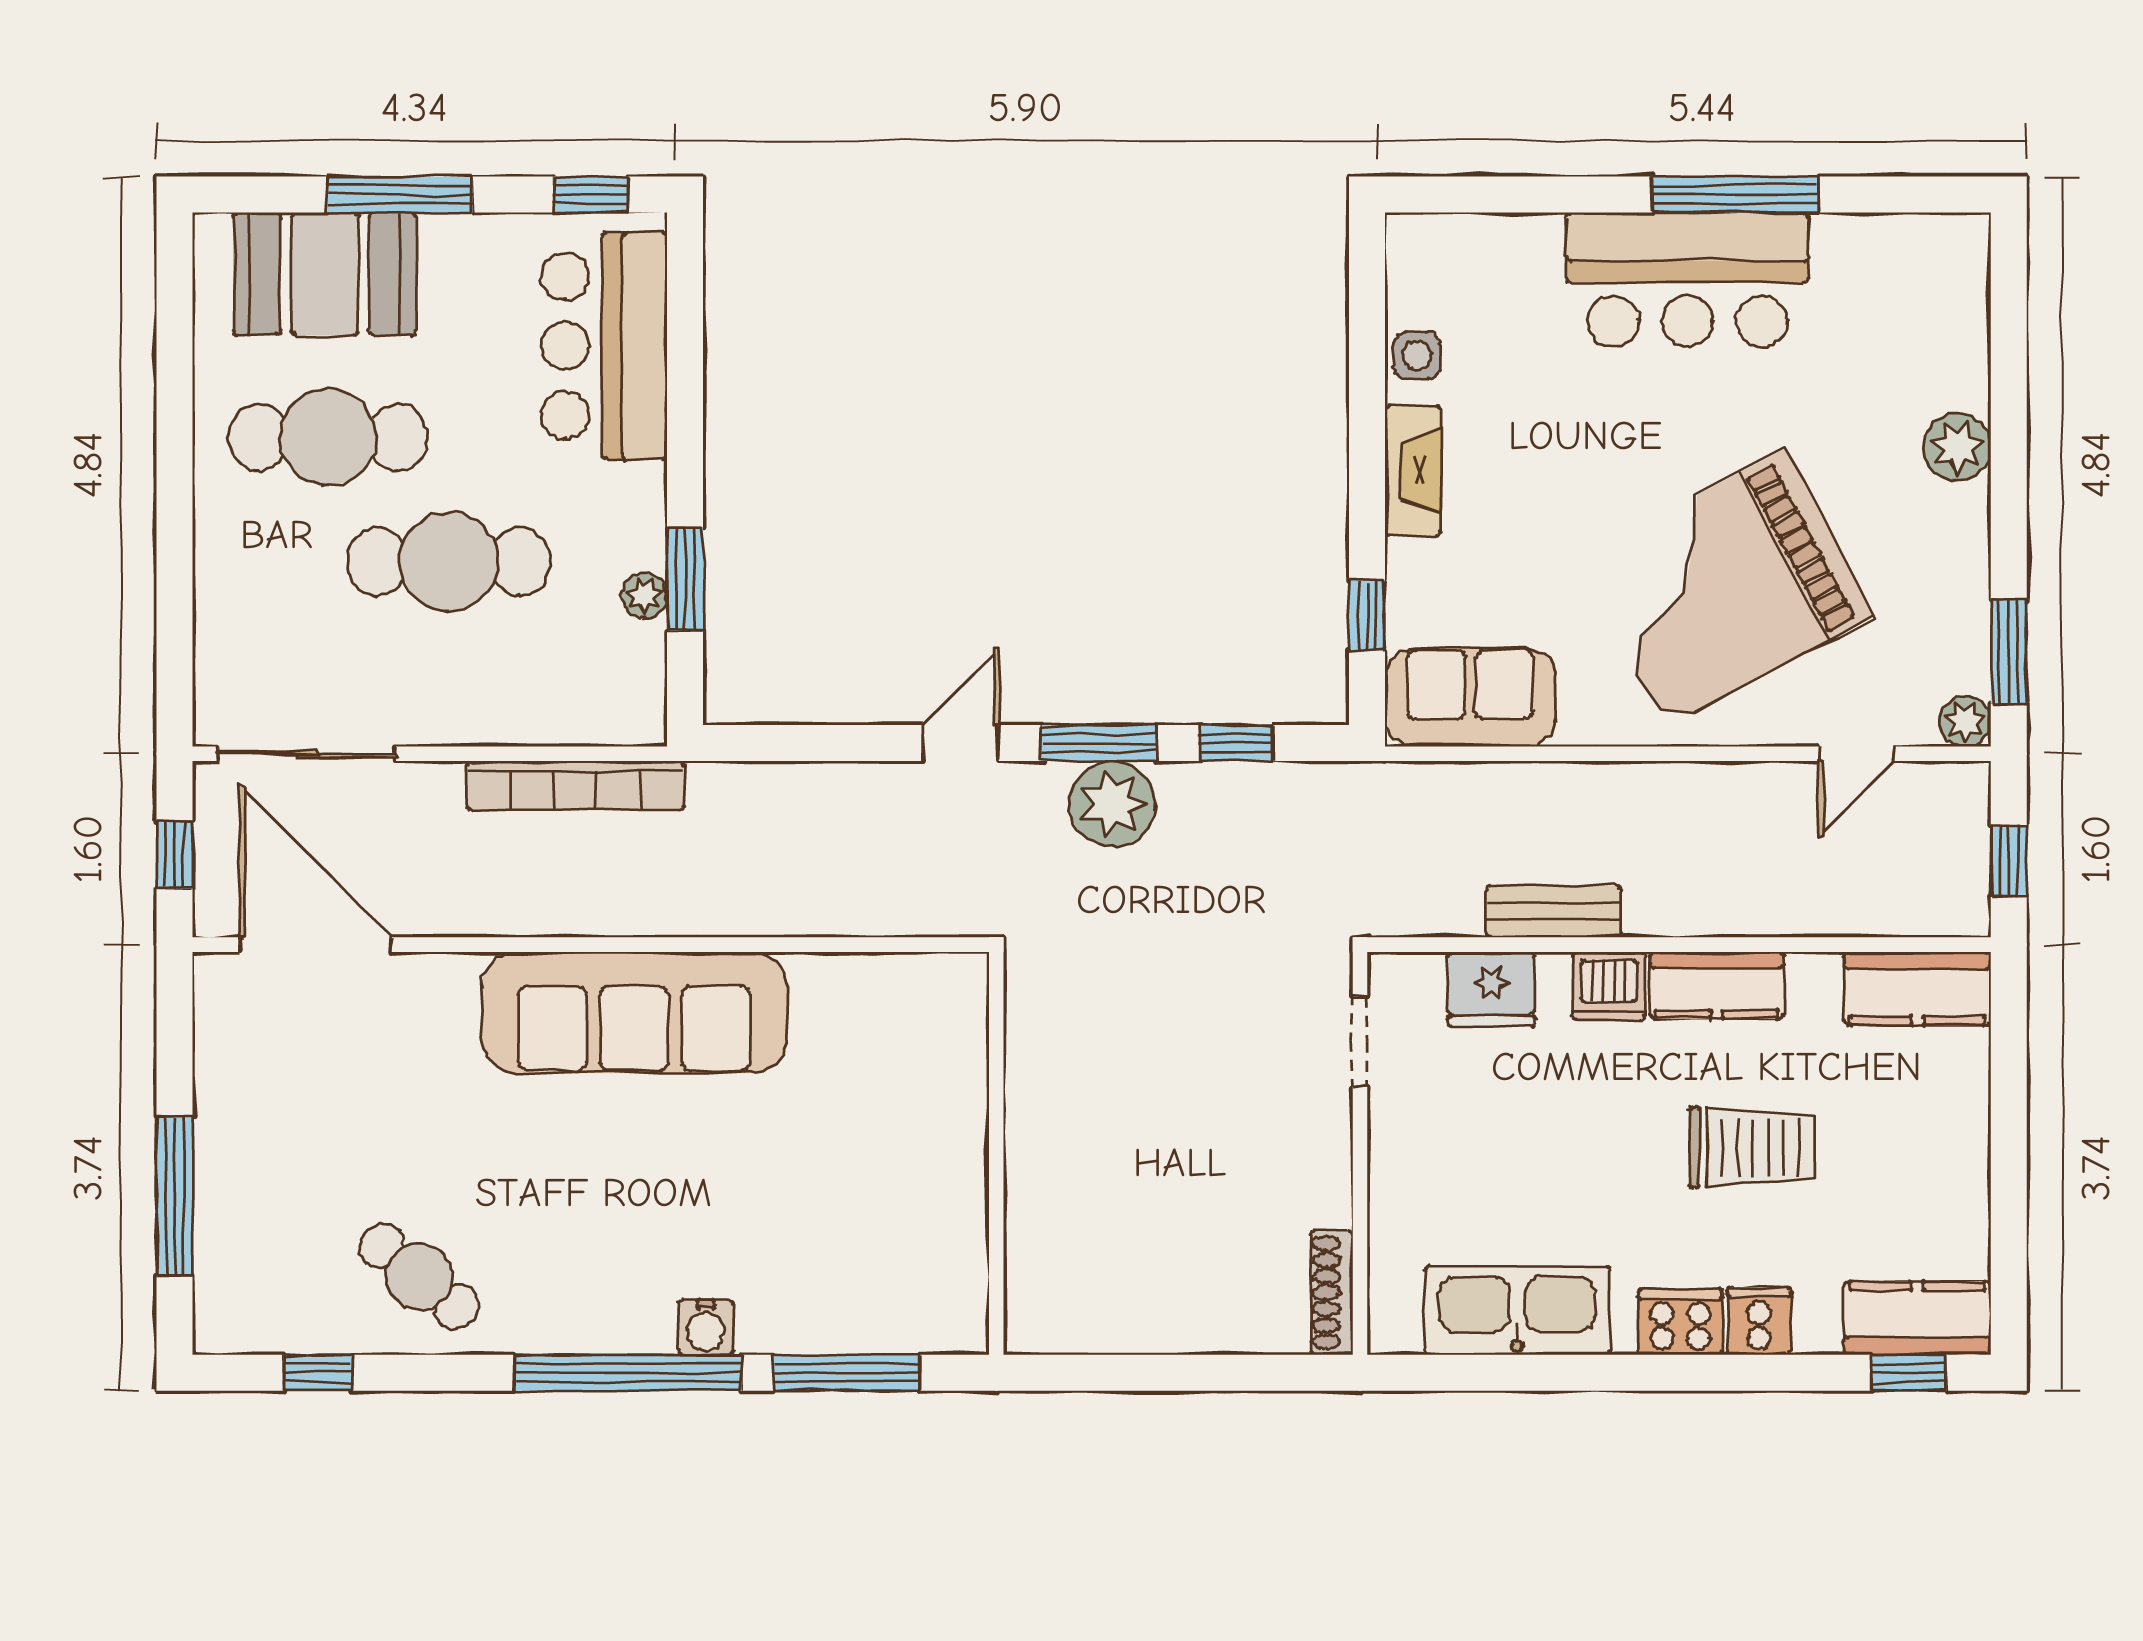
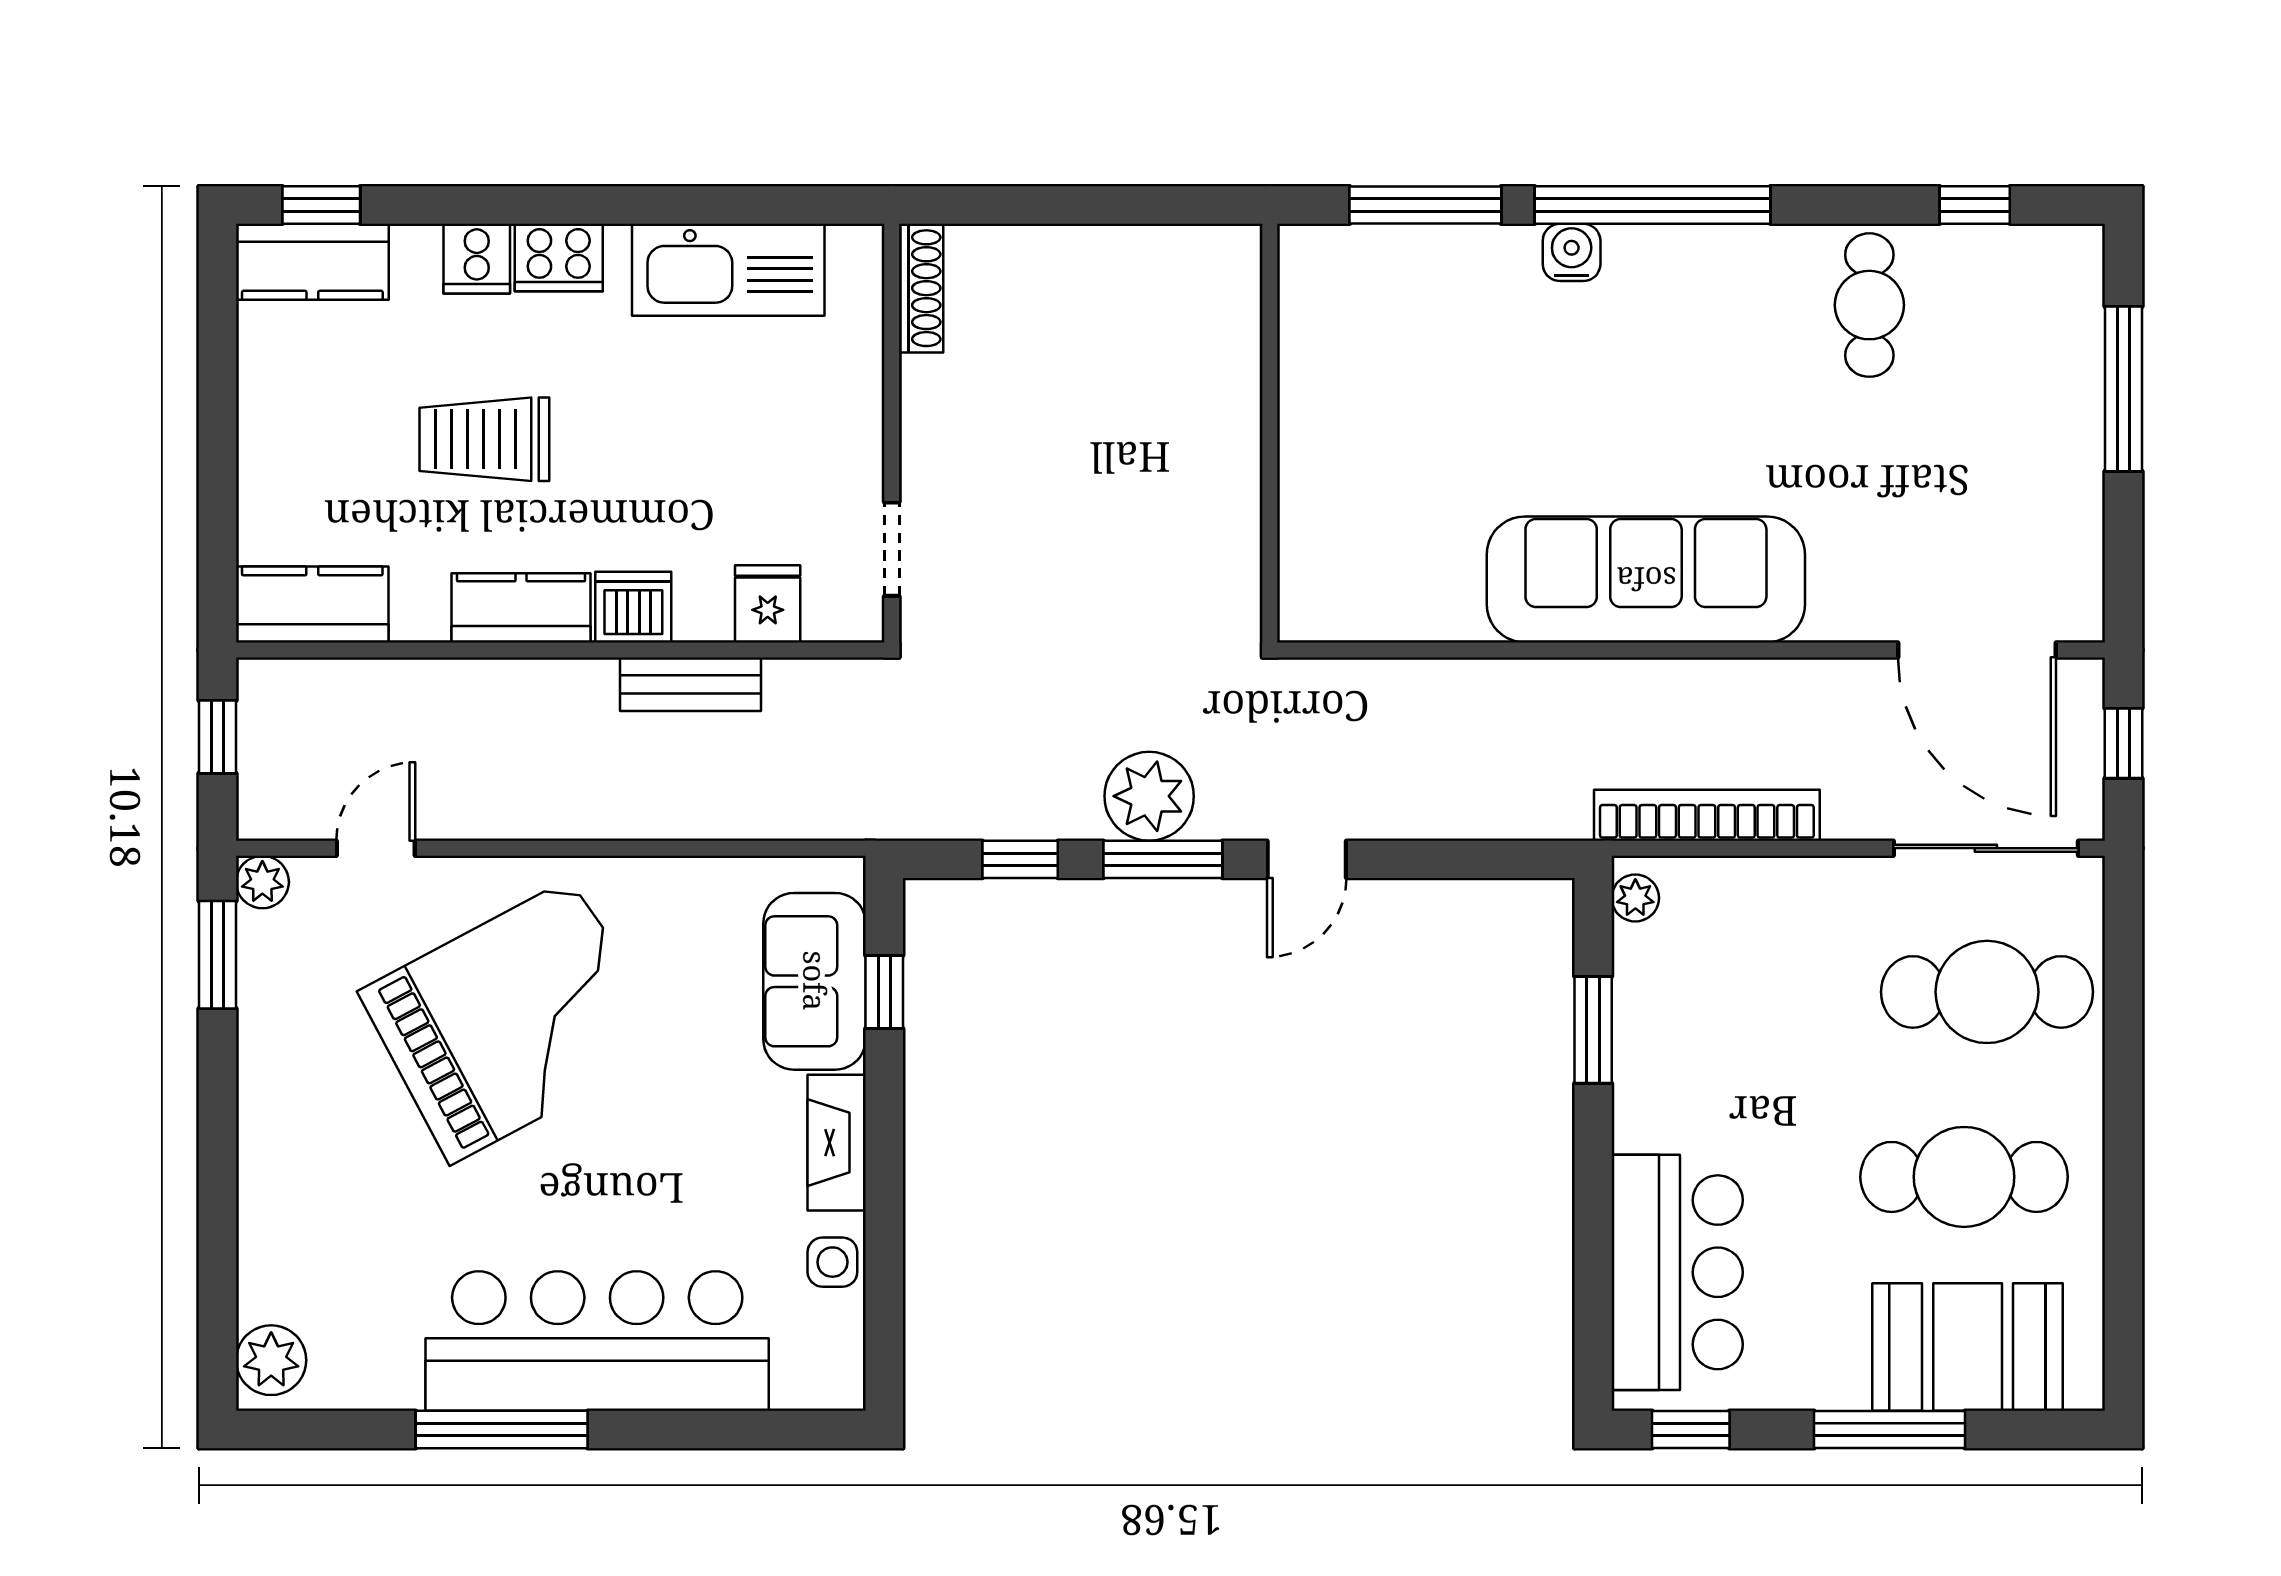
bar counter: (1687, 280) -> (597, 1341), width x1.36
plant: (1957, 447) -> (271, 1360), moved
cafe table: (449, 561) -> (1987, 992), moved
plant: (644, 596) -> (1635, 898), moved
sofa: (1470, 697) -> (815, 981), moved, turned 90
fridge: (1491, 989) -> (768, 604), width x0.72
cafe table: (419, 1277) -> (1869, 305), turned 51

